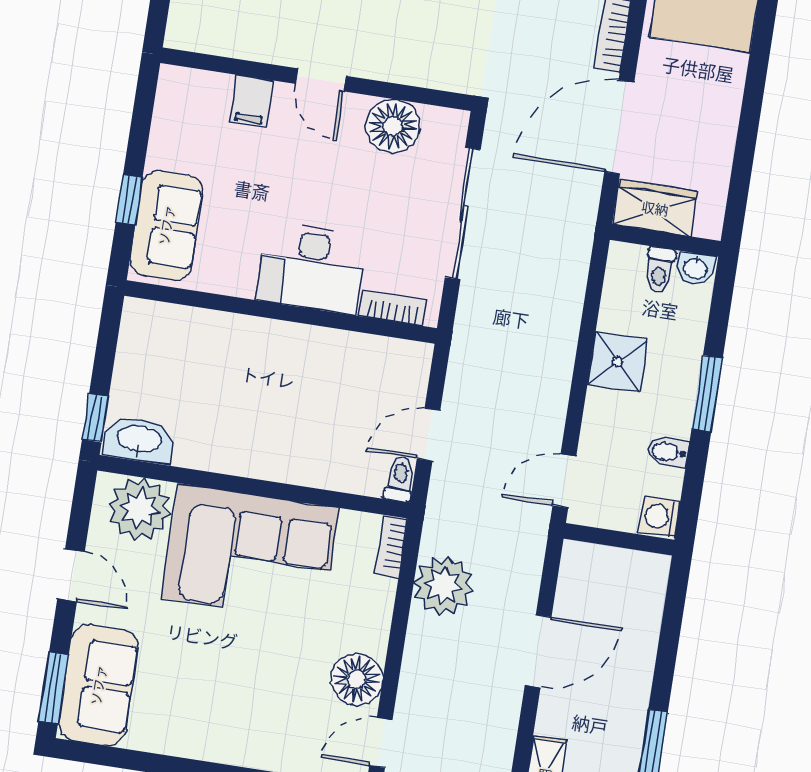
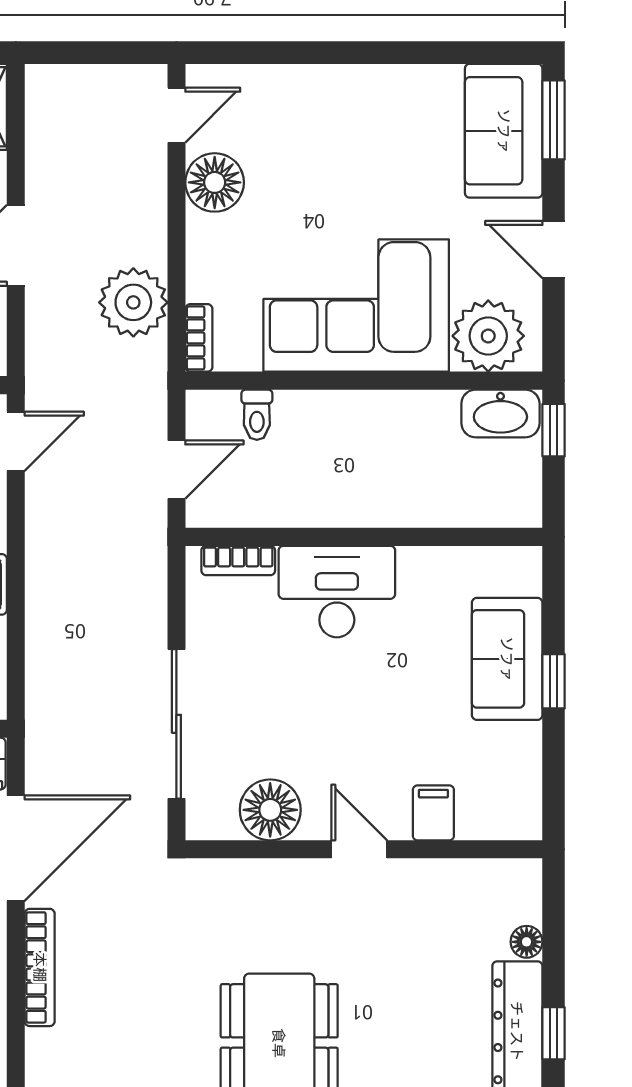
desk: (311, 268) -> (337, 592), moved
bookcase: (393, 308) -> (238, 561), moved
wall: (281, 312) -> (364, 537), moved
toilet: (400, 479) -> (257, 415), moved

